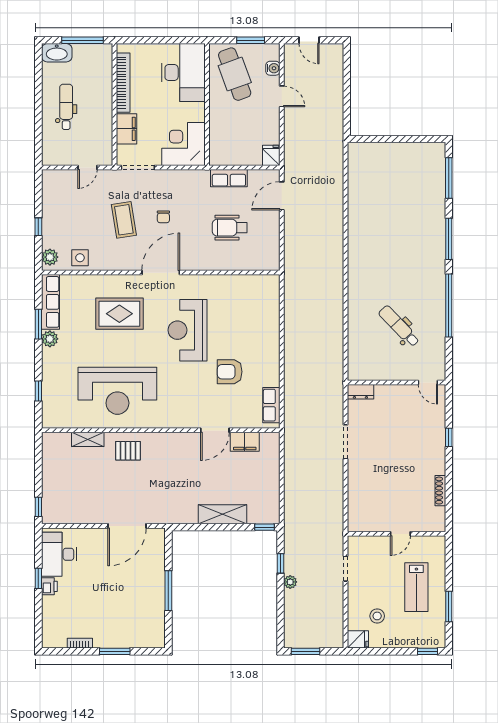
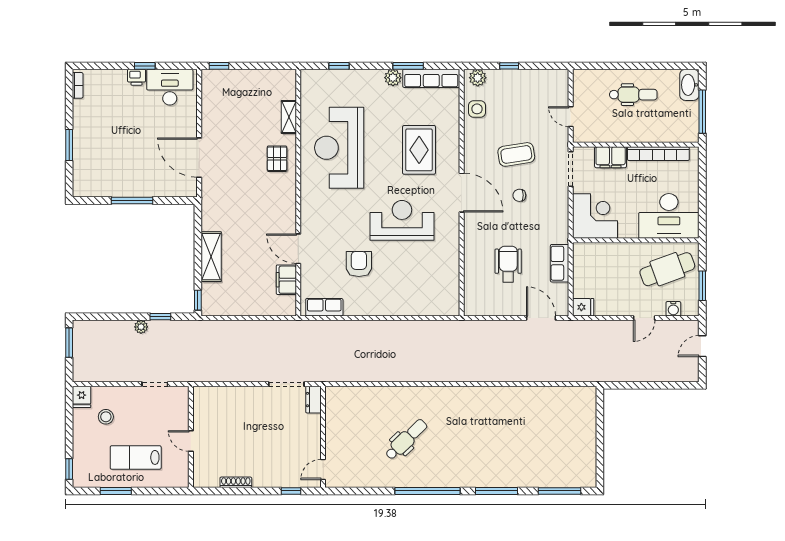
wall: (396, 382) -> (323, 437), moved
door: (428, 382) -> (323, 469), moved
dresser: (360, 392) -> (313, 400), moved
bookcase: (80, 643) -> (78, 85), moved

